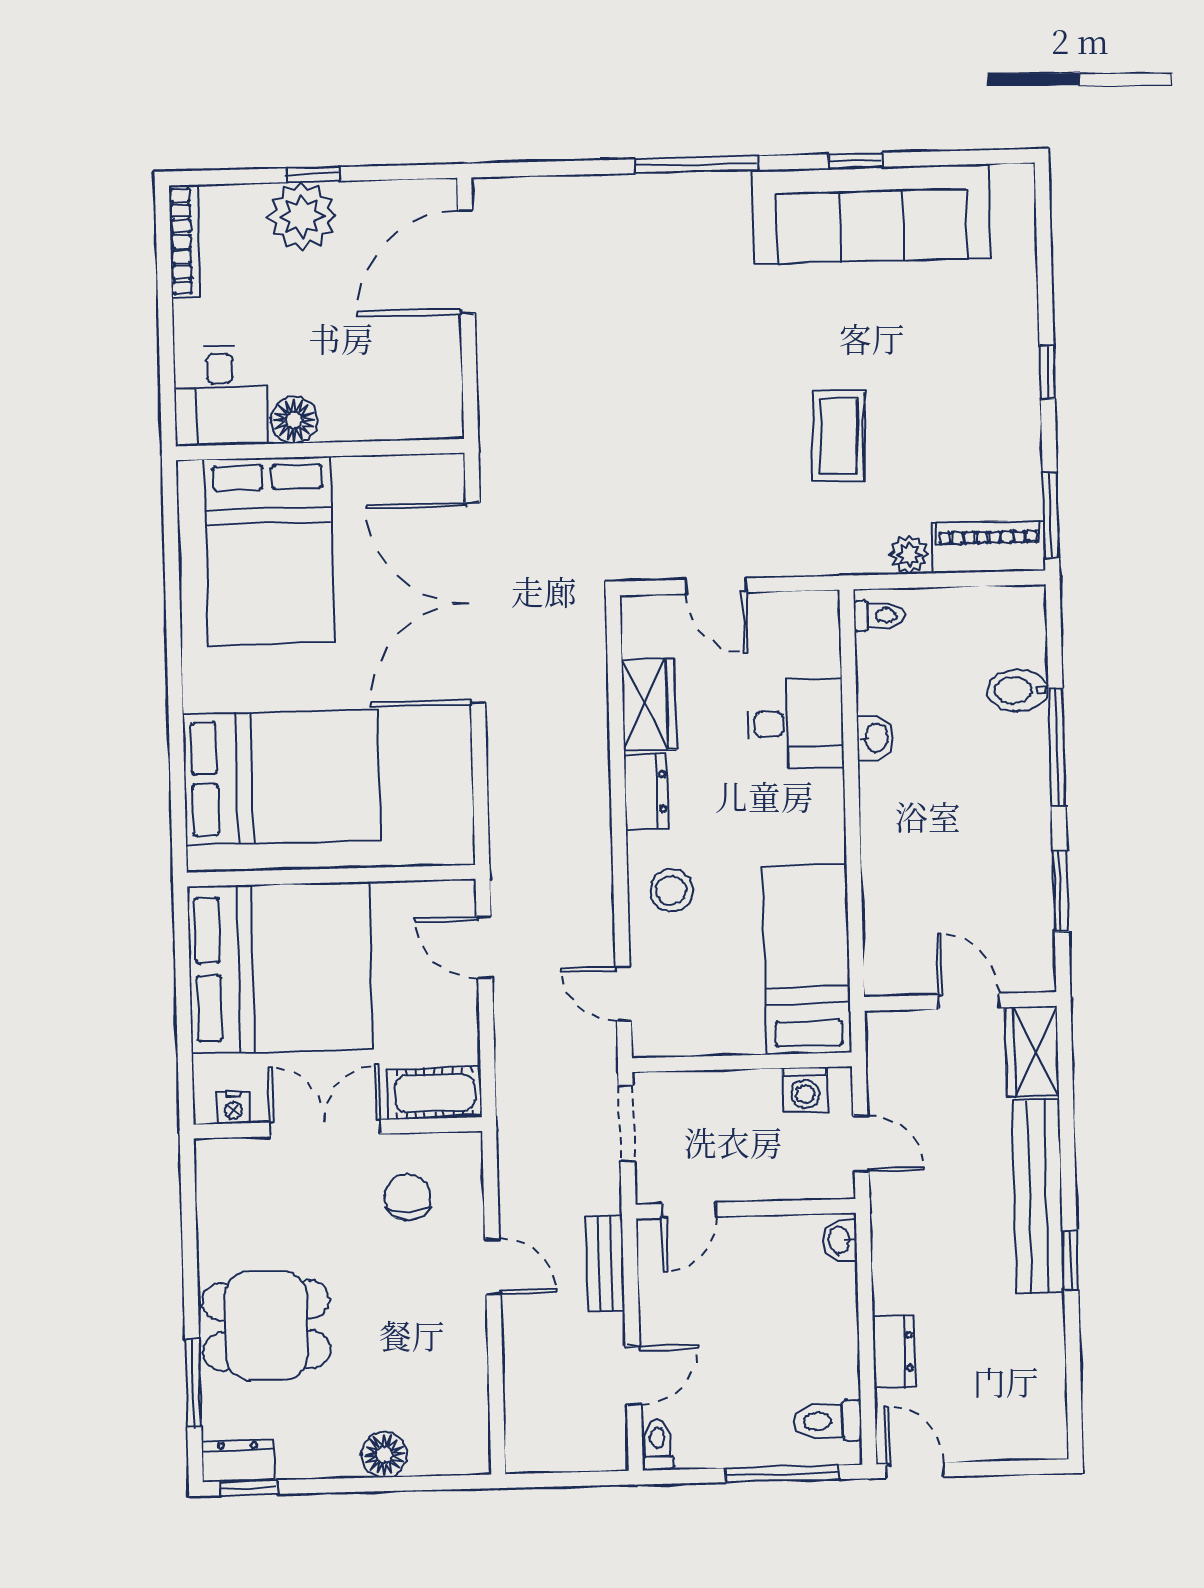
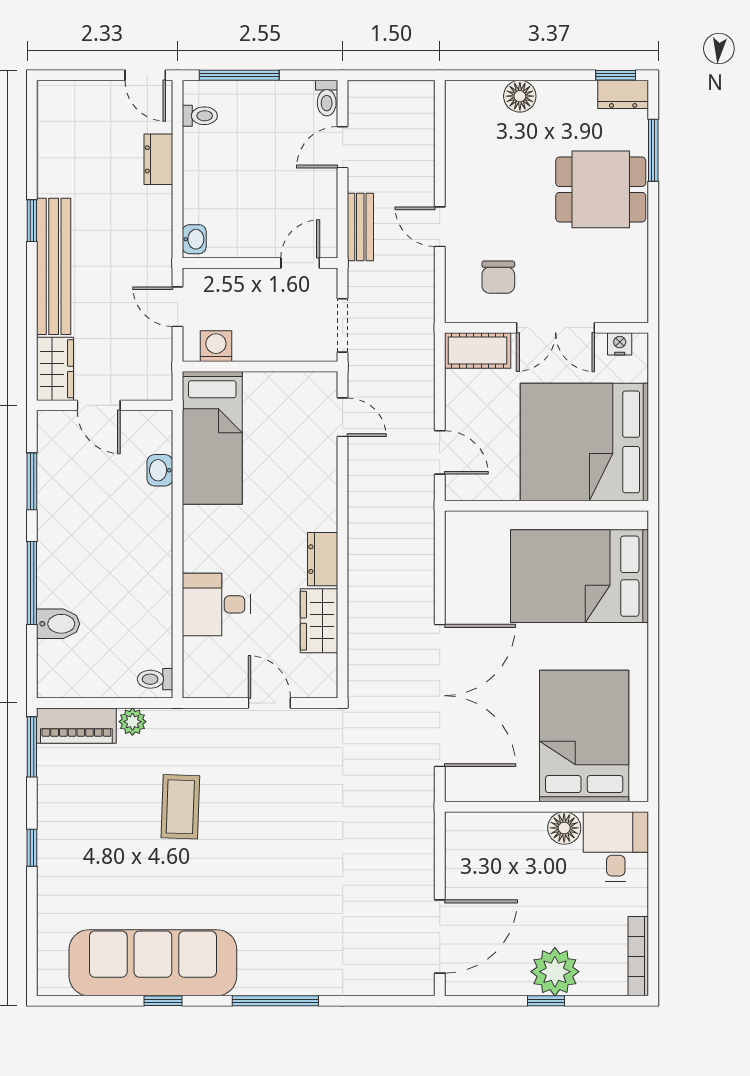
washbasin: (875, 738) -> (160, 470), moved
stool: (671, 890) -> (307, 489), removed
toilet: (827, 1421) -> (200, 116), width x0.73, depth x0.72

